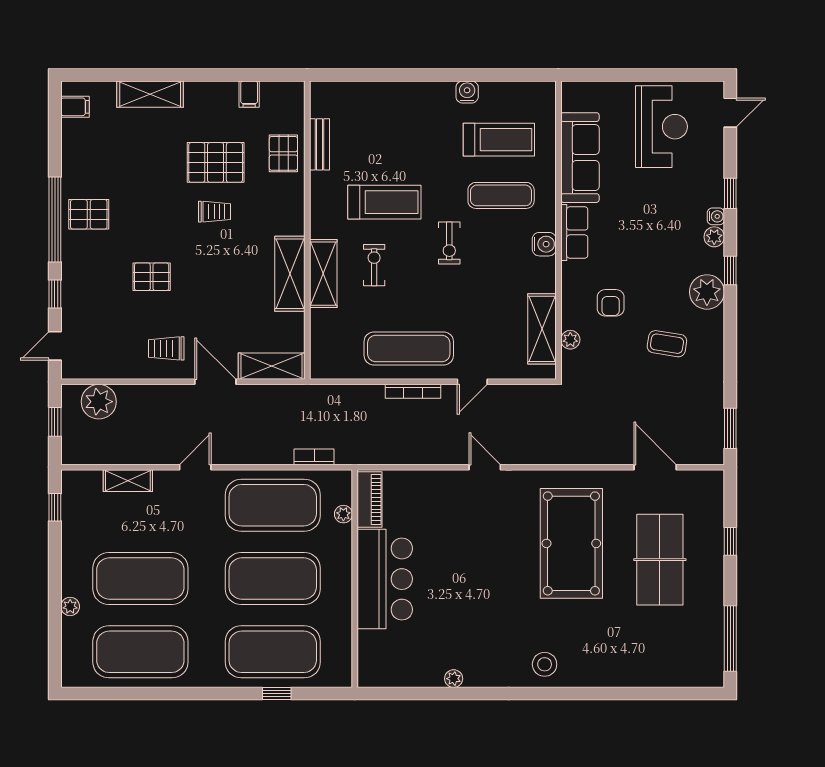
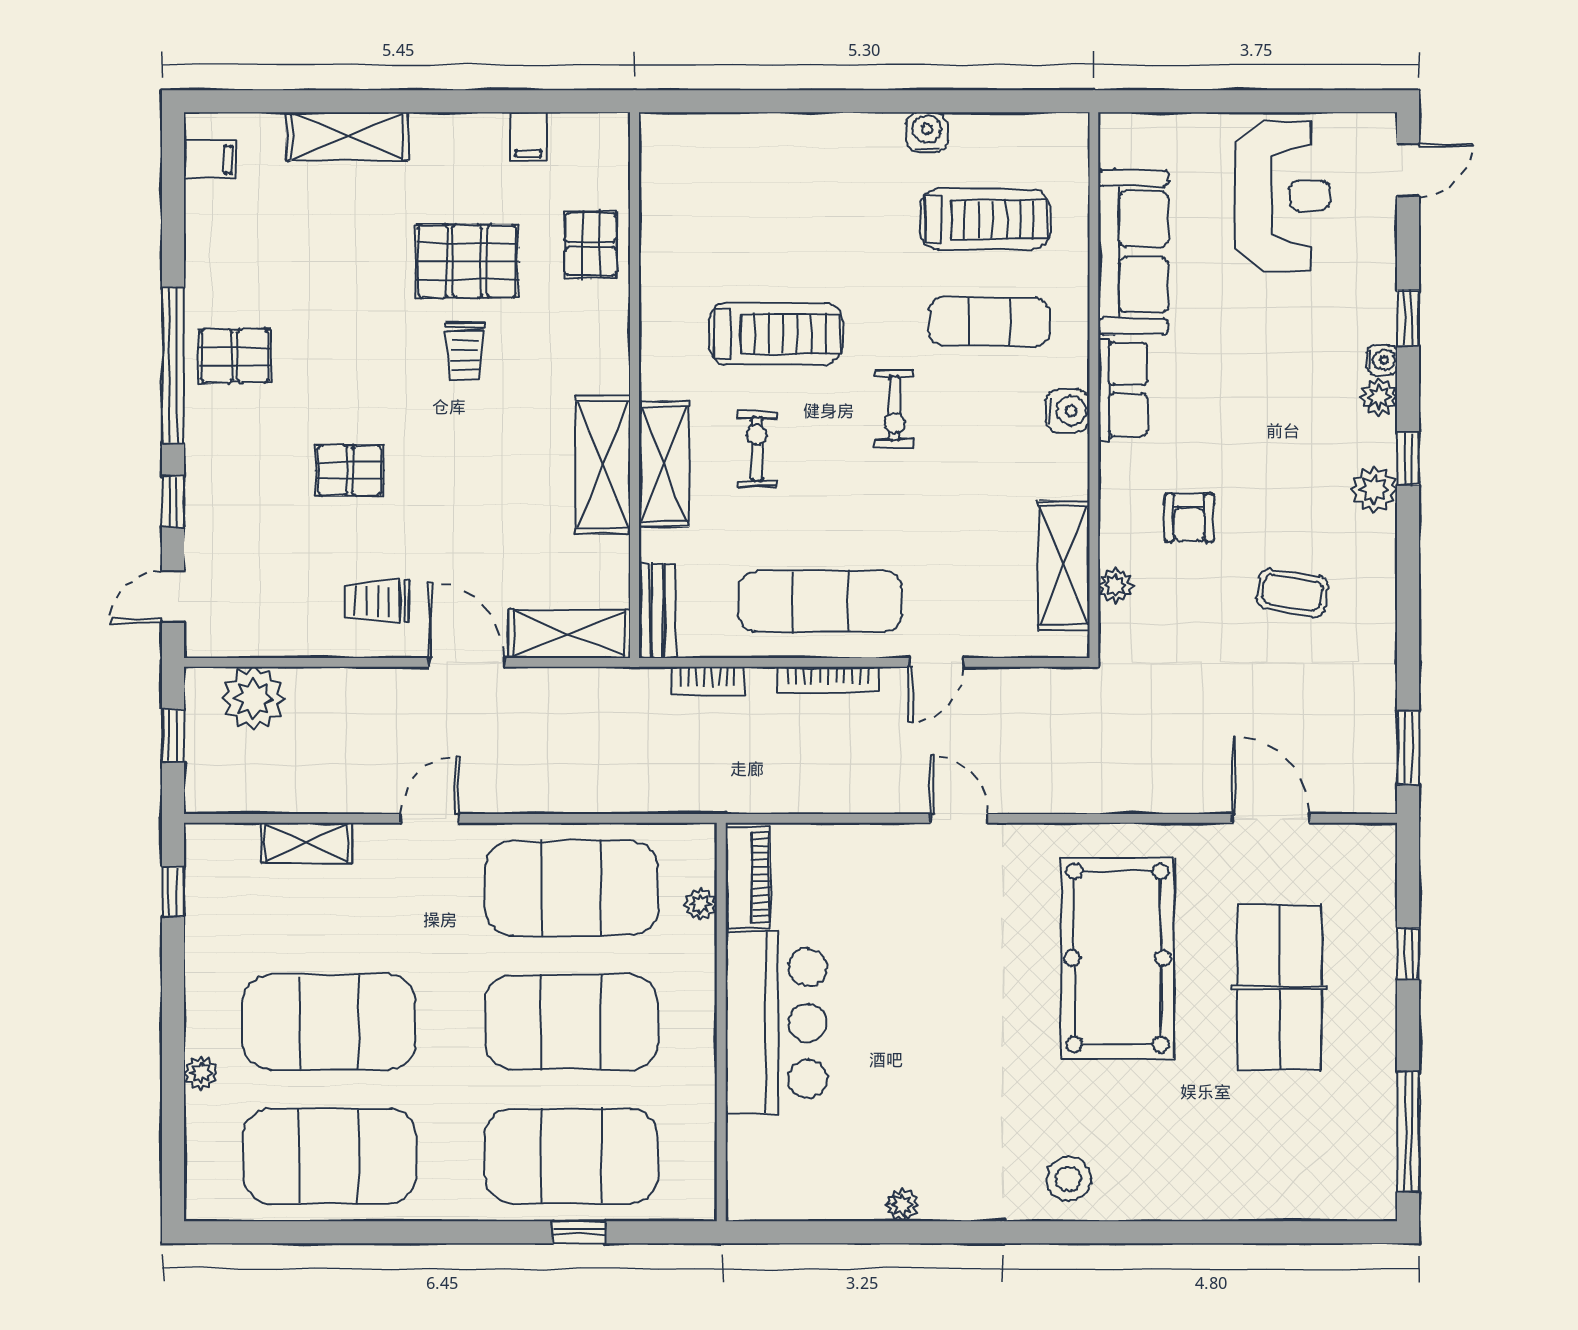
bench: (320, 144) -> (657, 611), moved
trolley: (215, 212) -> (465, 351), turned 90
plant: (707, 292) -> (1374, 490), width x0.73, depth x0.73
bookcase: (314, 457) -> (708, 681), moved, turned 180

